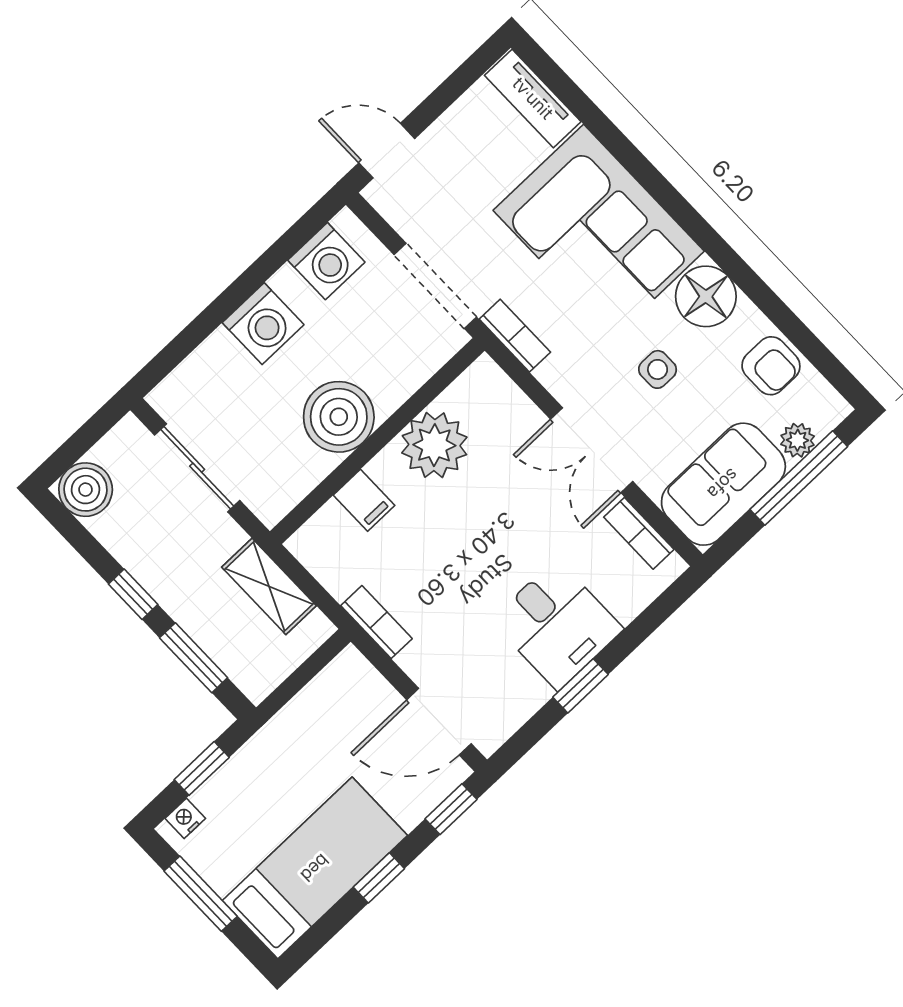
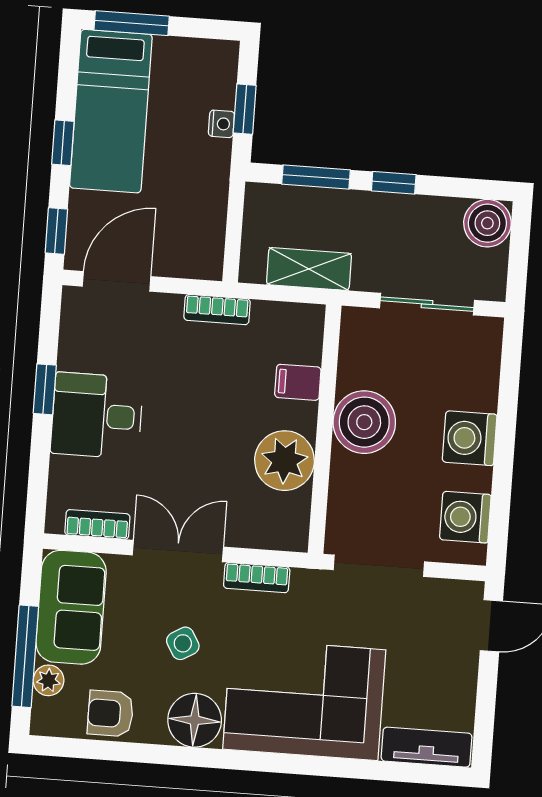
bookcase: (515, 336) -> (257, 578), moved
side table: (658, 369) -> (183, 643), turned -31
nightstand: (185, 818) -> (221, 124), moved
window: (201, 894) -> (132, 23), moved

